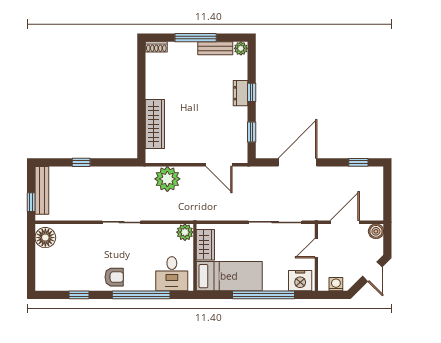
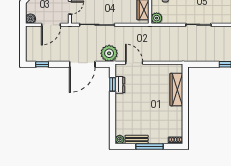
window: (252, 92) -> (113, 110), removed
dresser: (240, 93) -> (120, 85), moved
plant: (167, 179) -> (109, 53), moved

